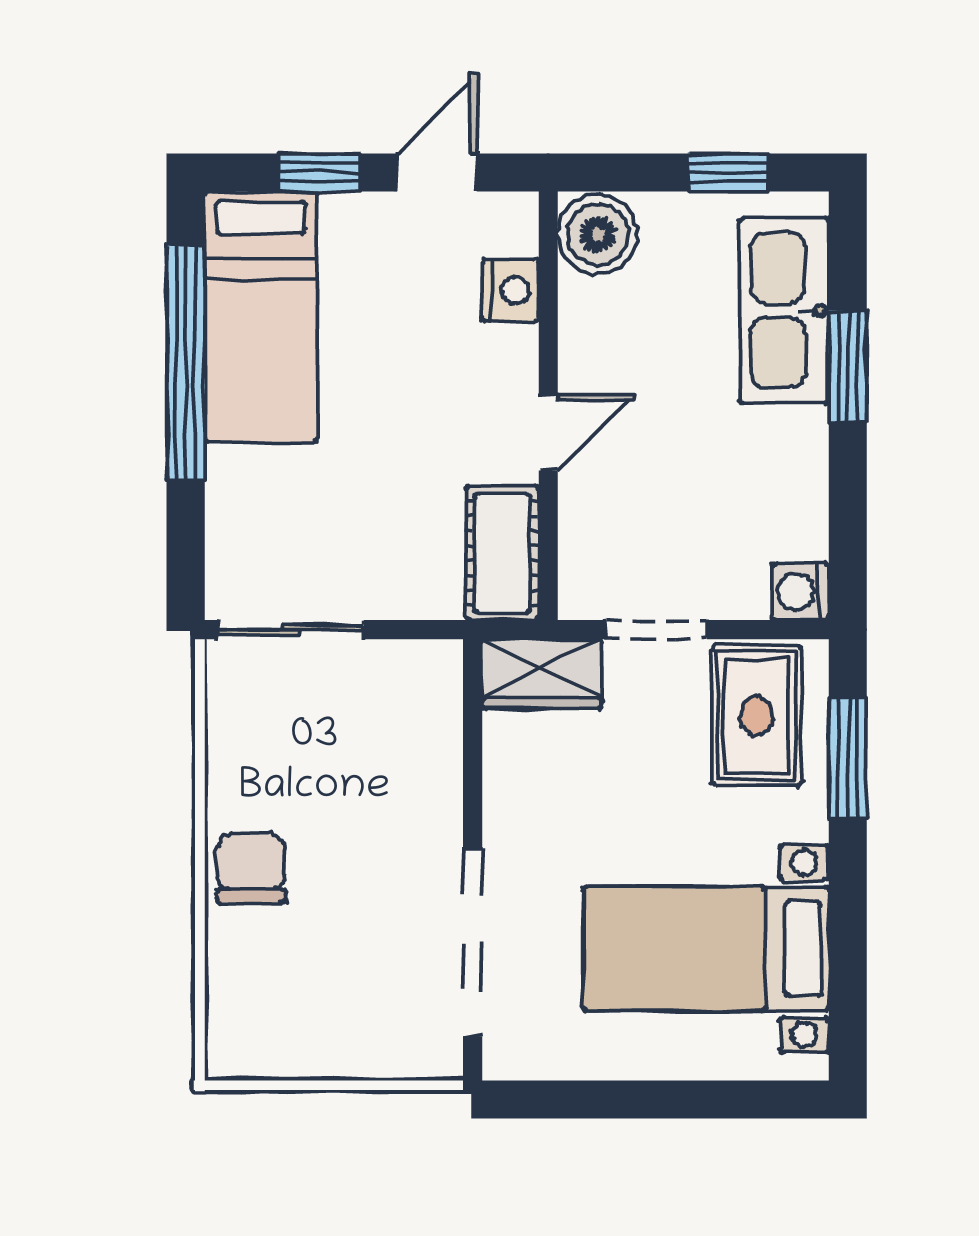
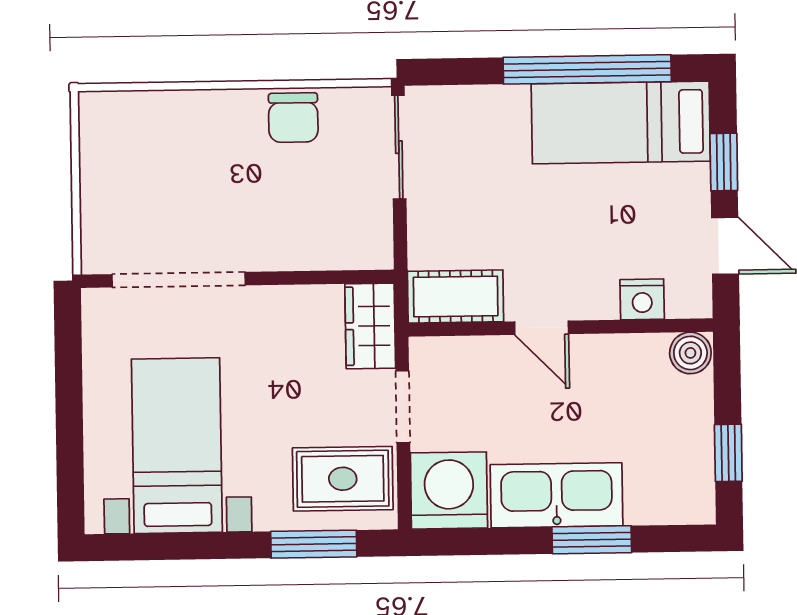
boiler: (598, 234) -> (690, 353), width x0.73, depth x0.73
kitchen sink: (784, 310) -> (557, 495), moved
washing machine: (800, 592) -> (449, 490), width x1.89, depth x1.89
chair: (251, 868) -> (293, 118), moved, turned 90

